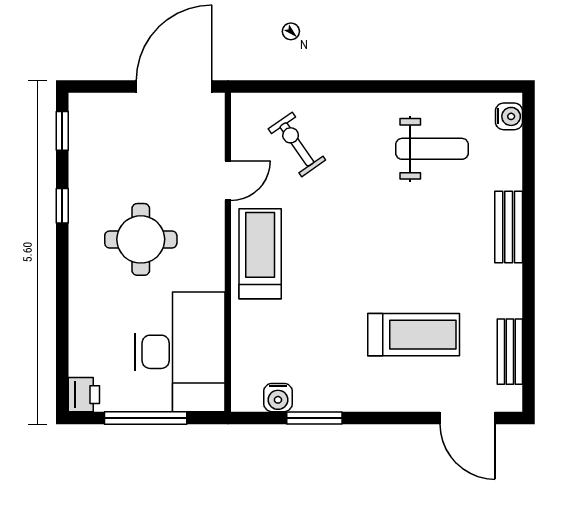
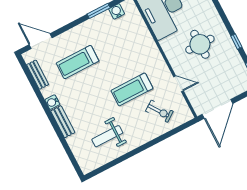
water cooler: (509, 116) -> (52, 102), moved
door: (228, 181) -> (178, 84), swing flipped
treadmill: (260, 254) -> (132, 89), moved, turned 90

